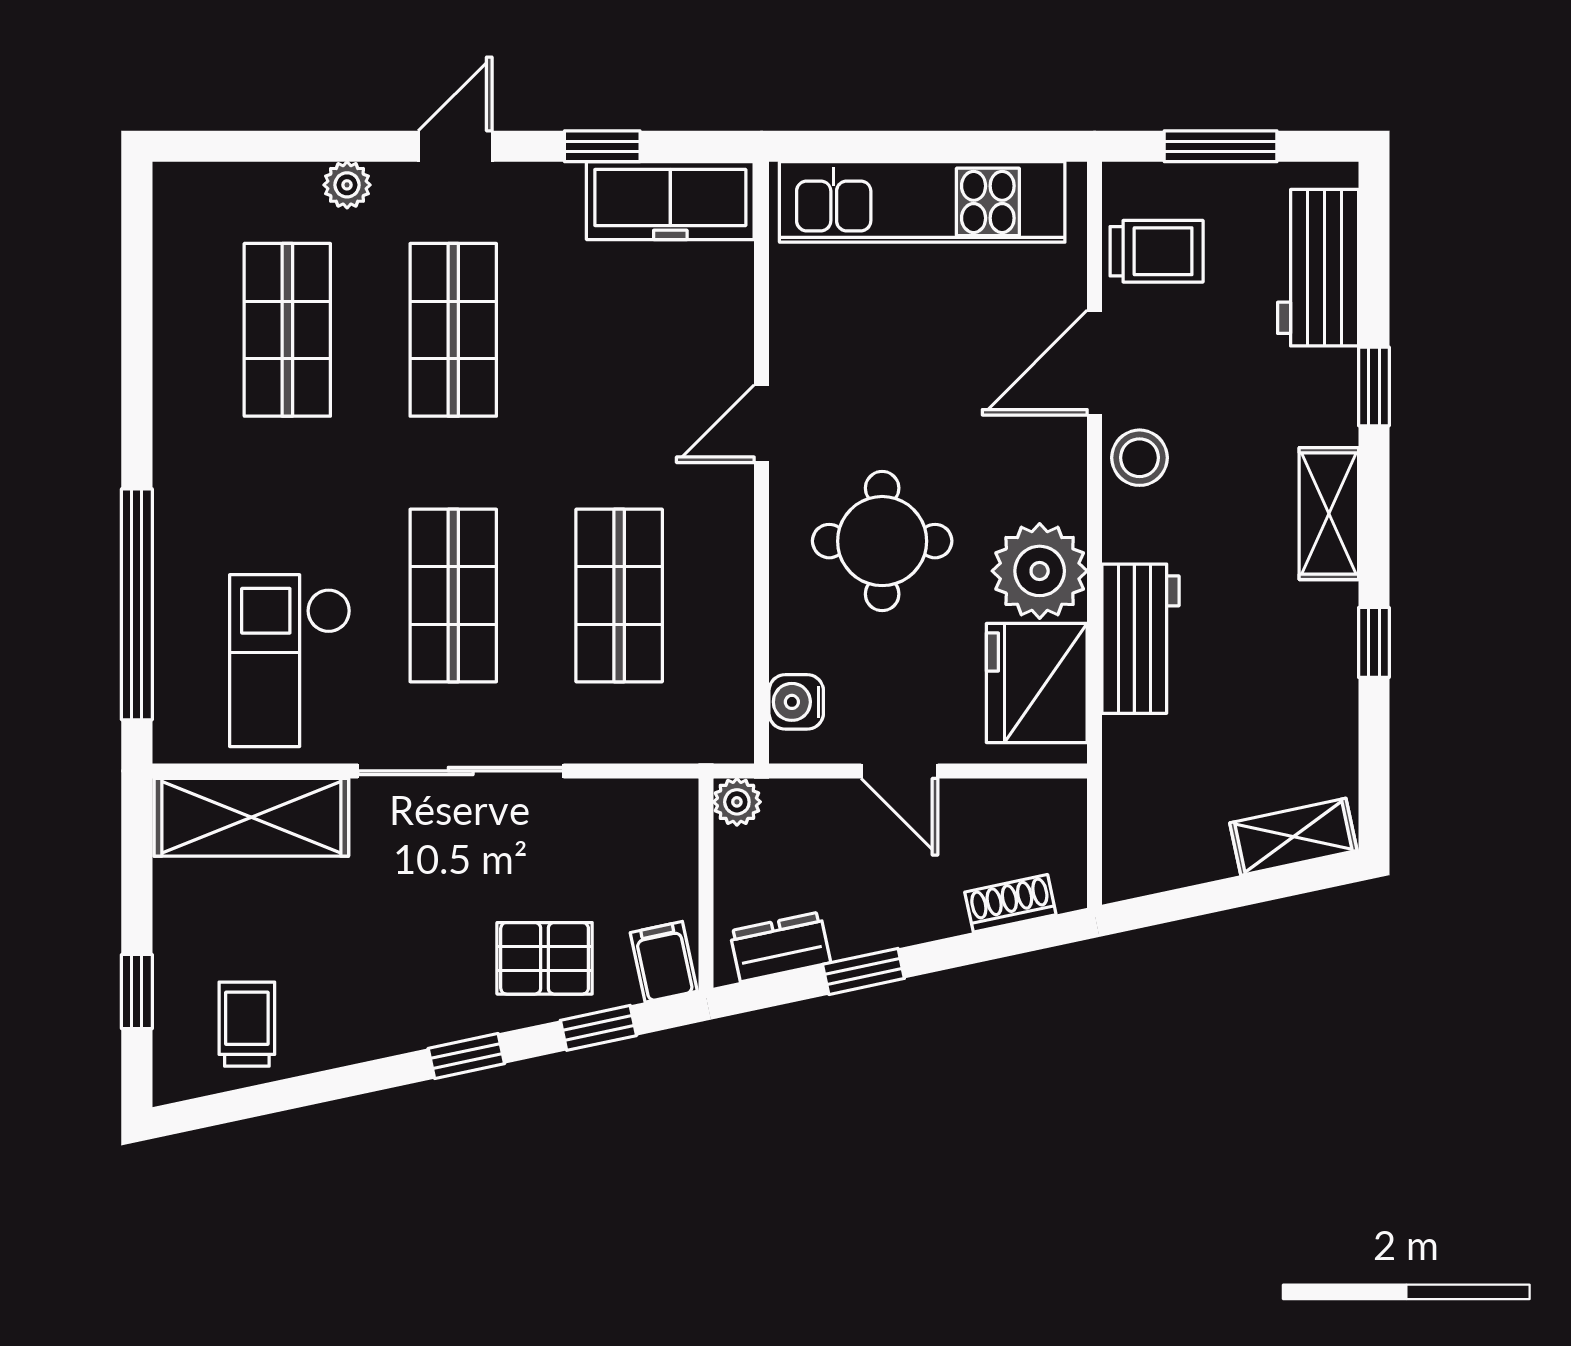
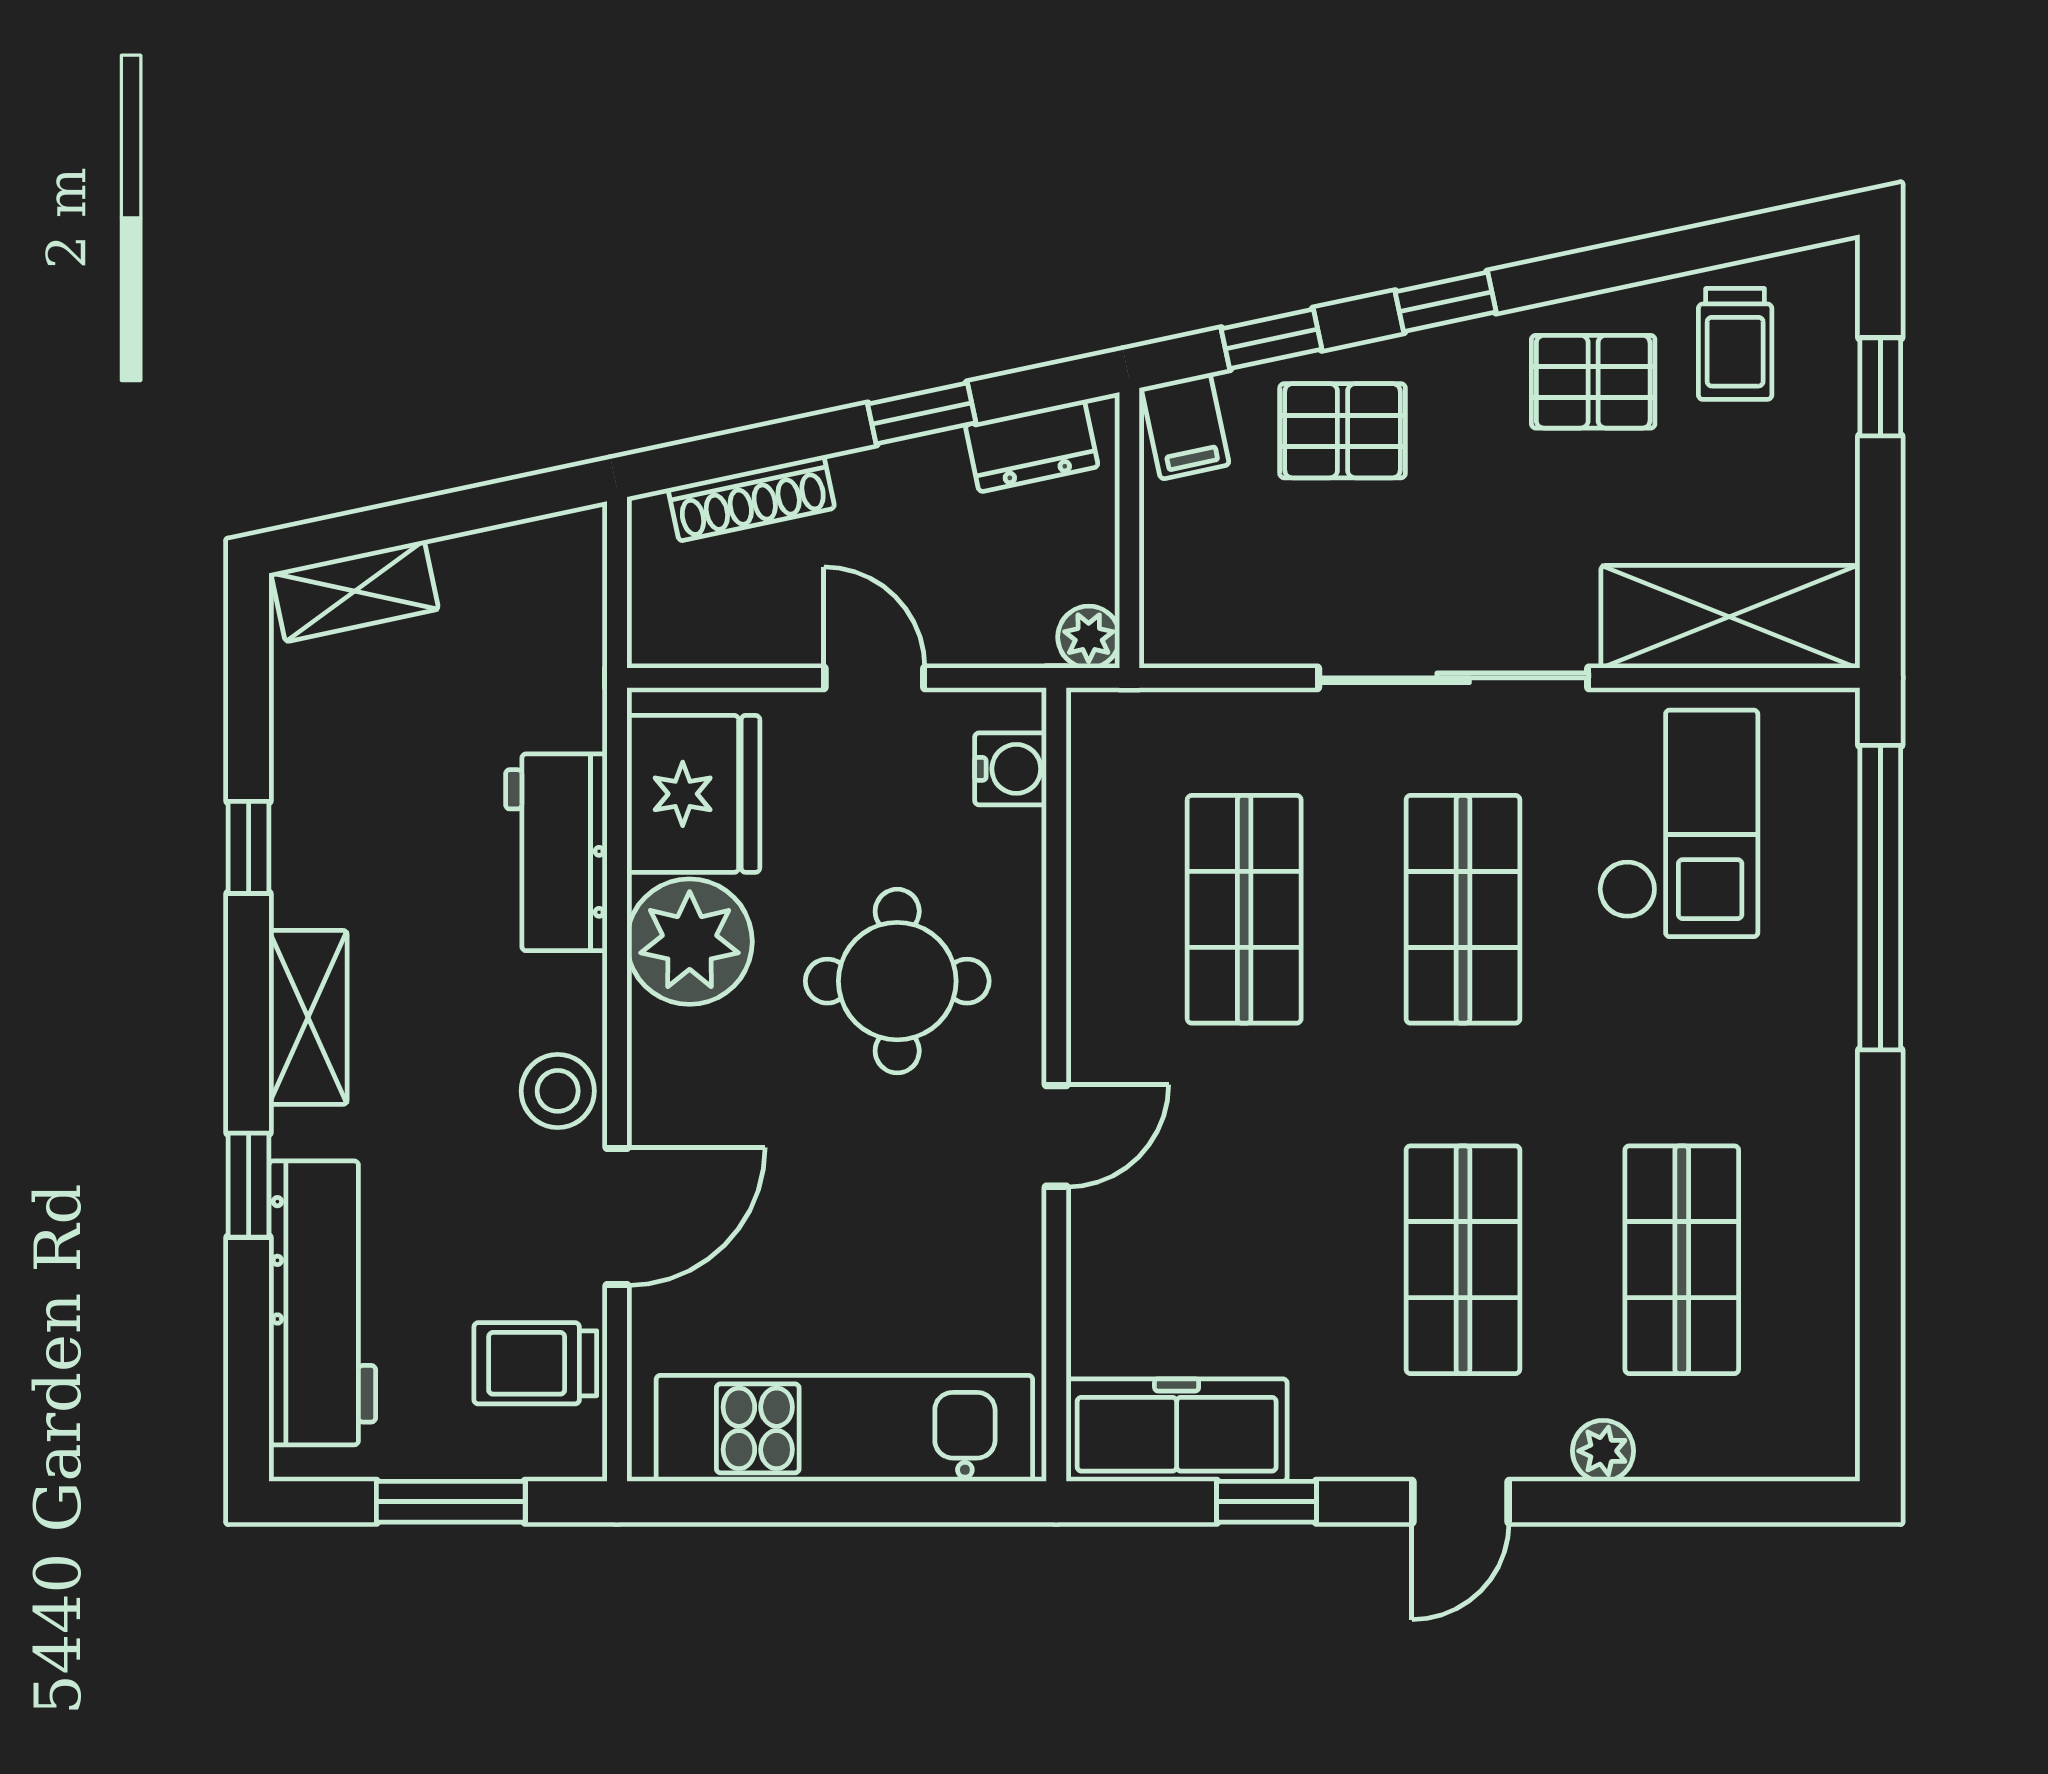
workbench: (1318, 268) -> (322, 1303), width x1.38
shoe rack: (1010, 903) -> (751, 498), width x1.43
pallet: (355, 995) -> (1593, 382), added

